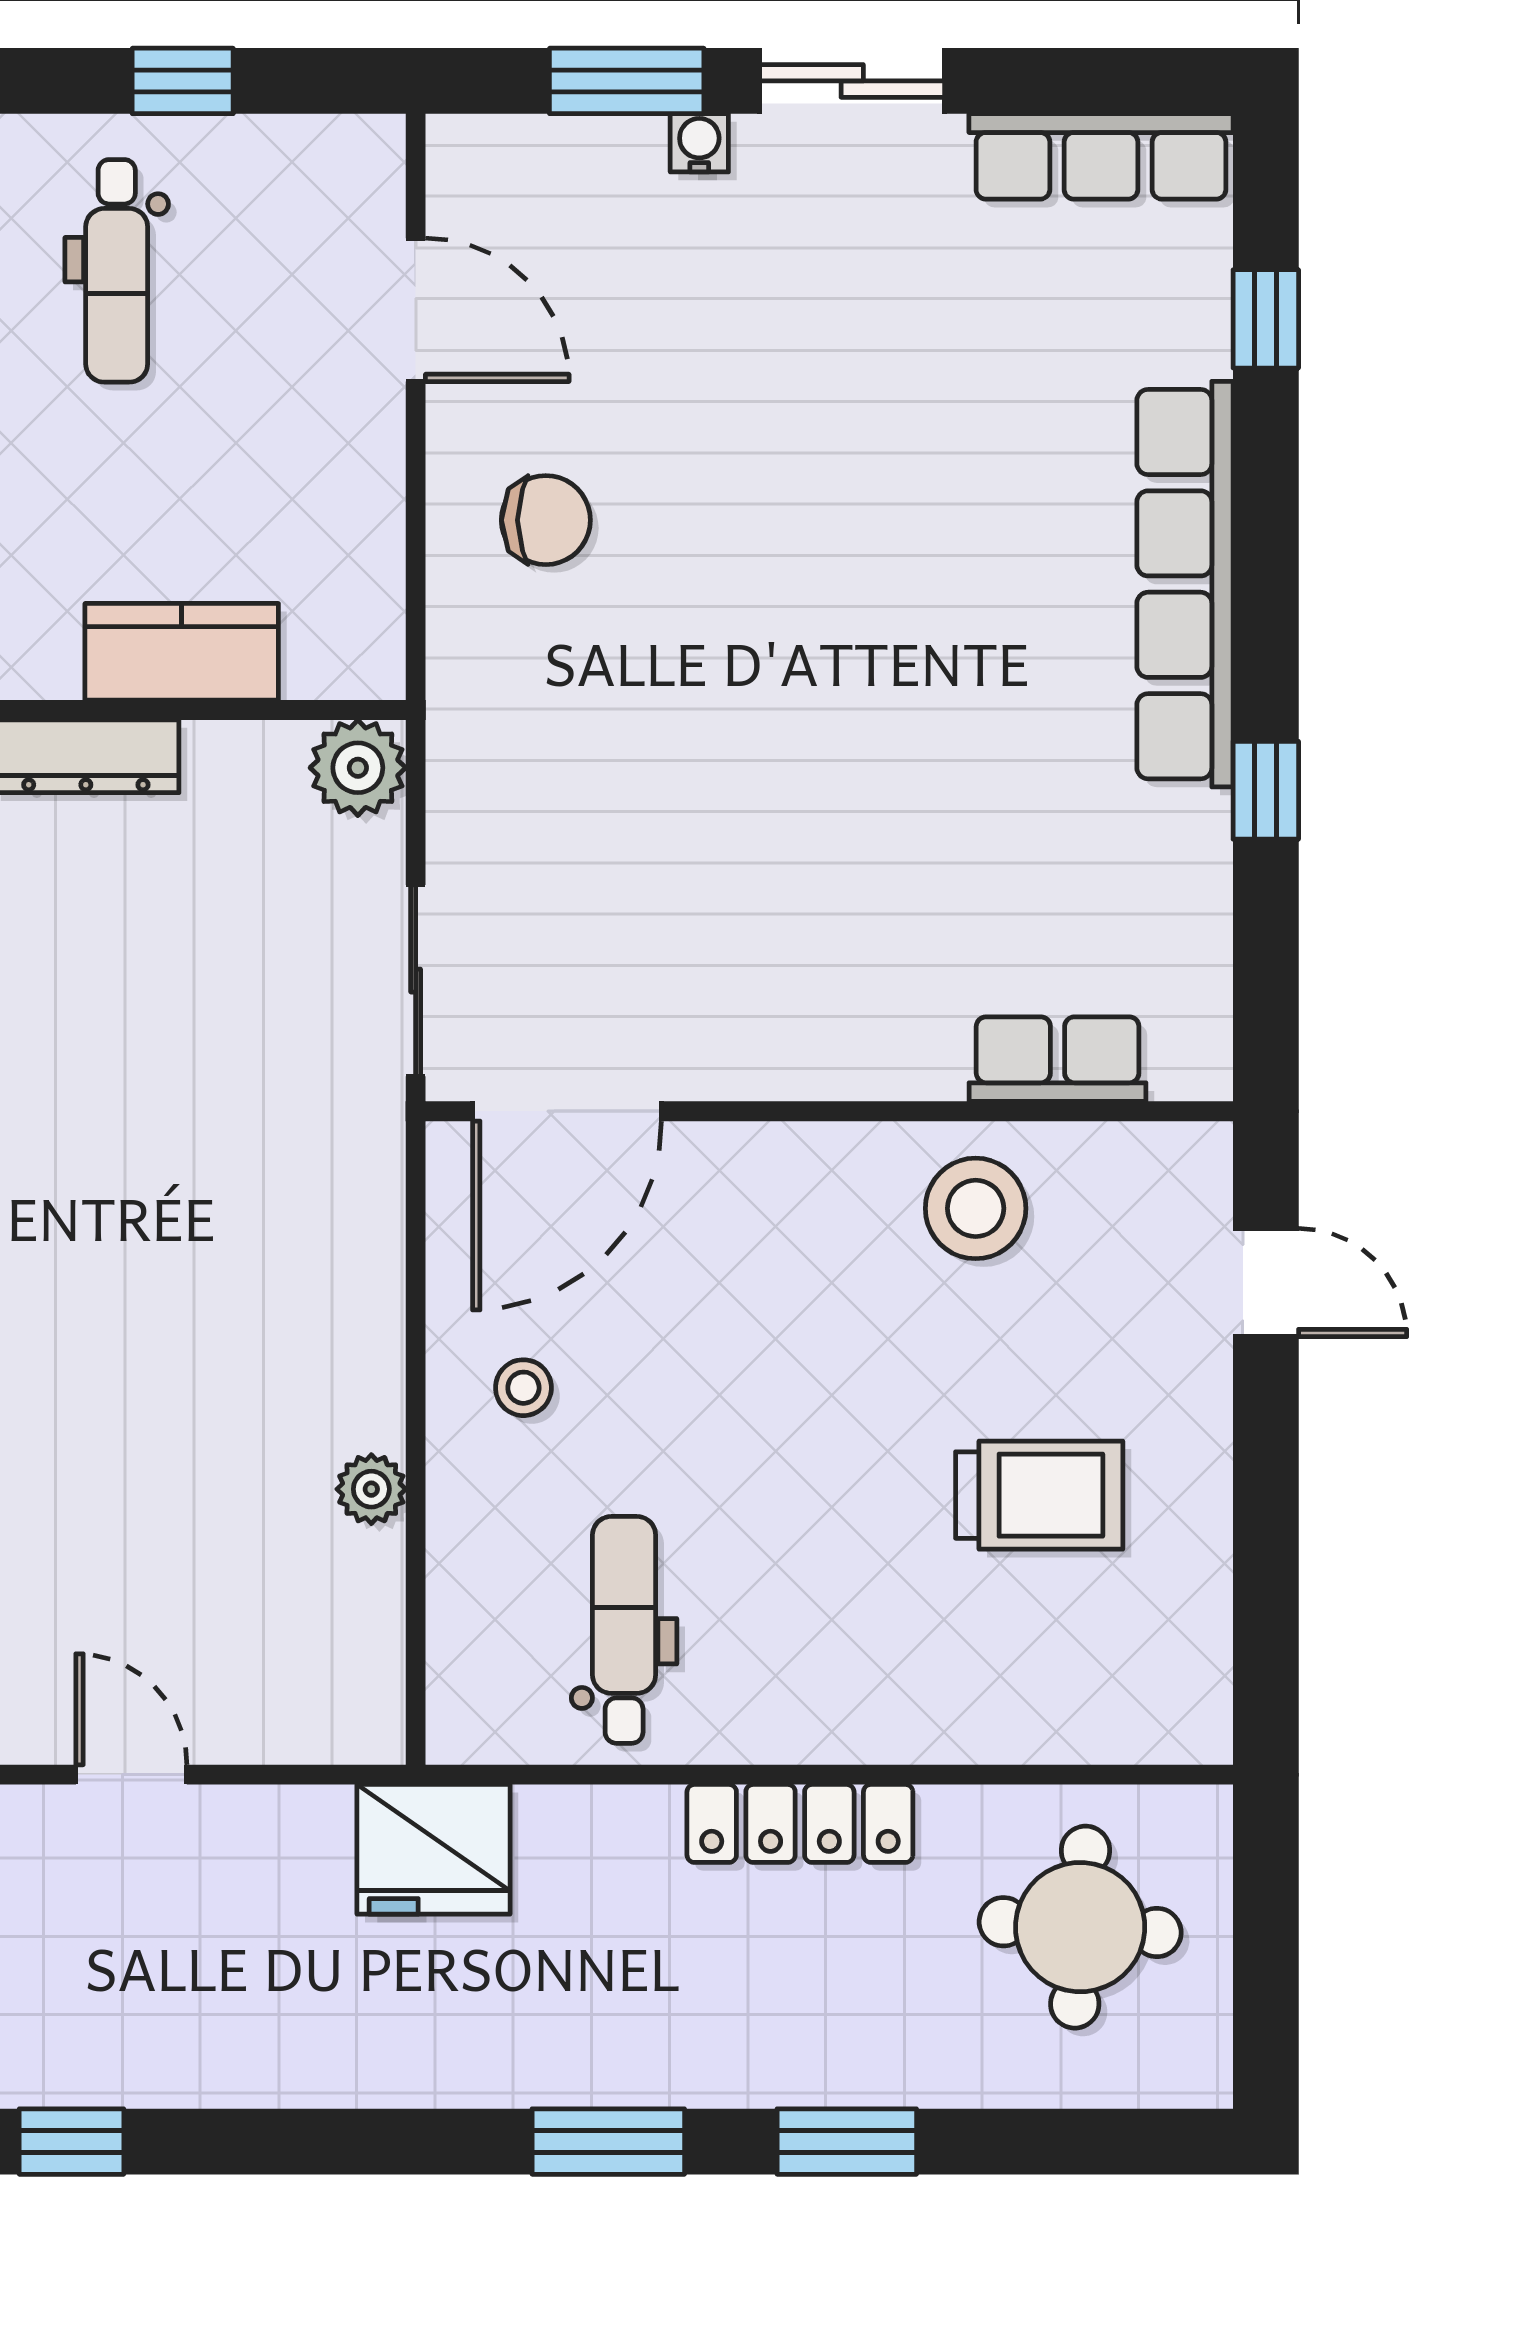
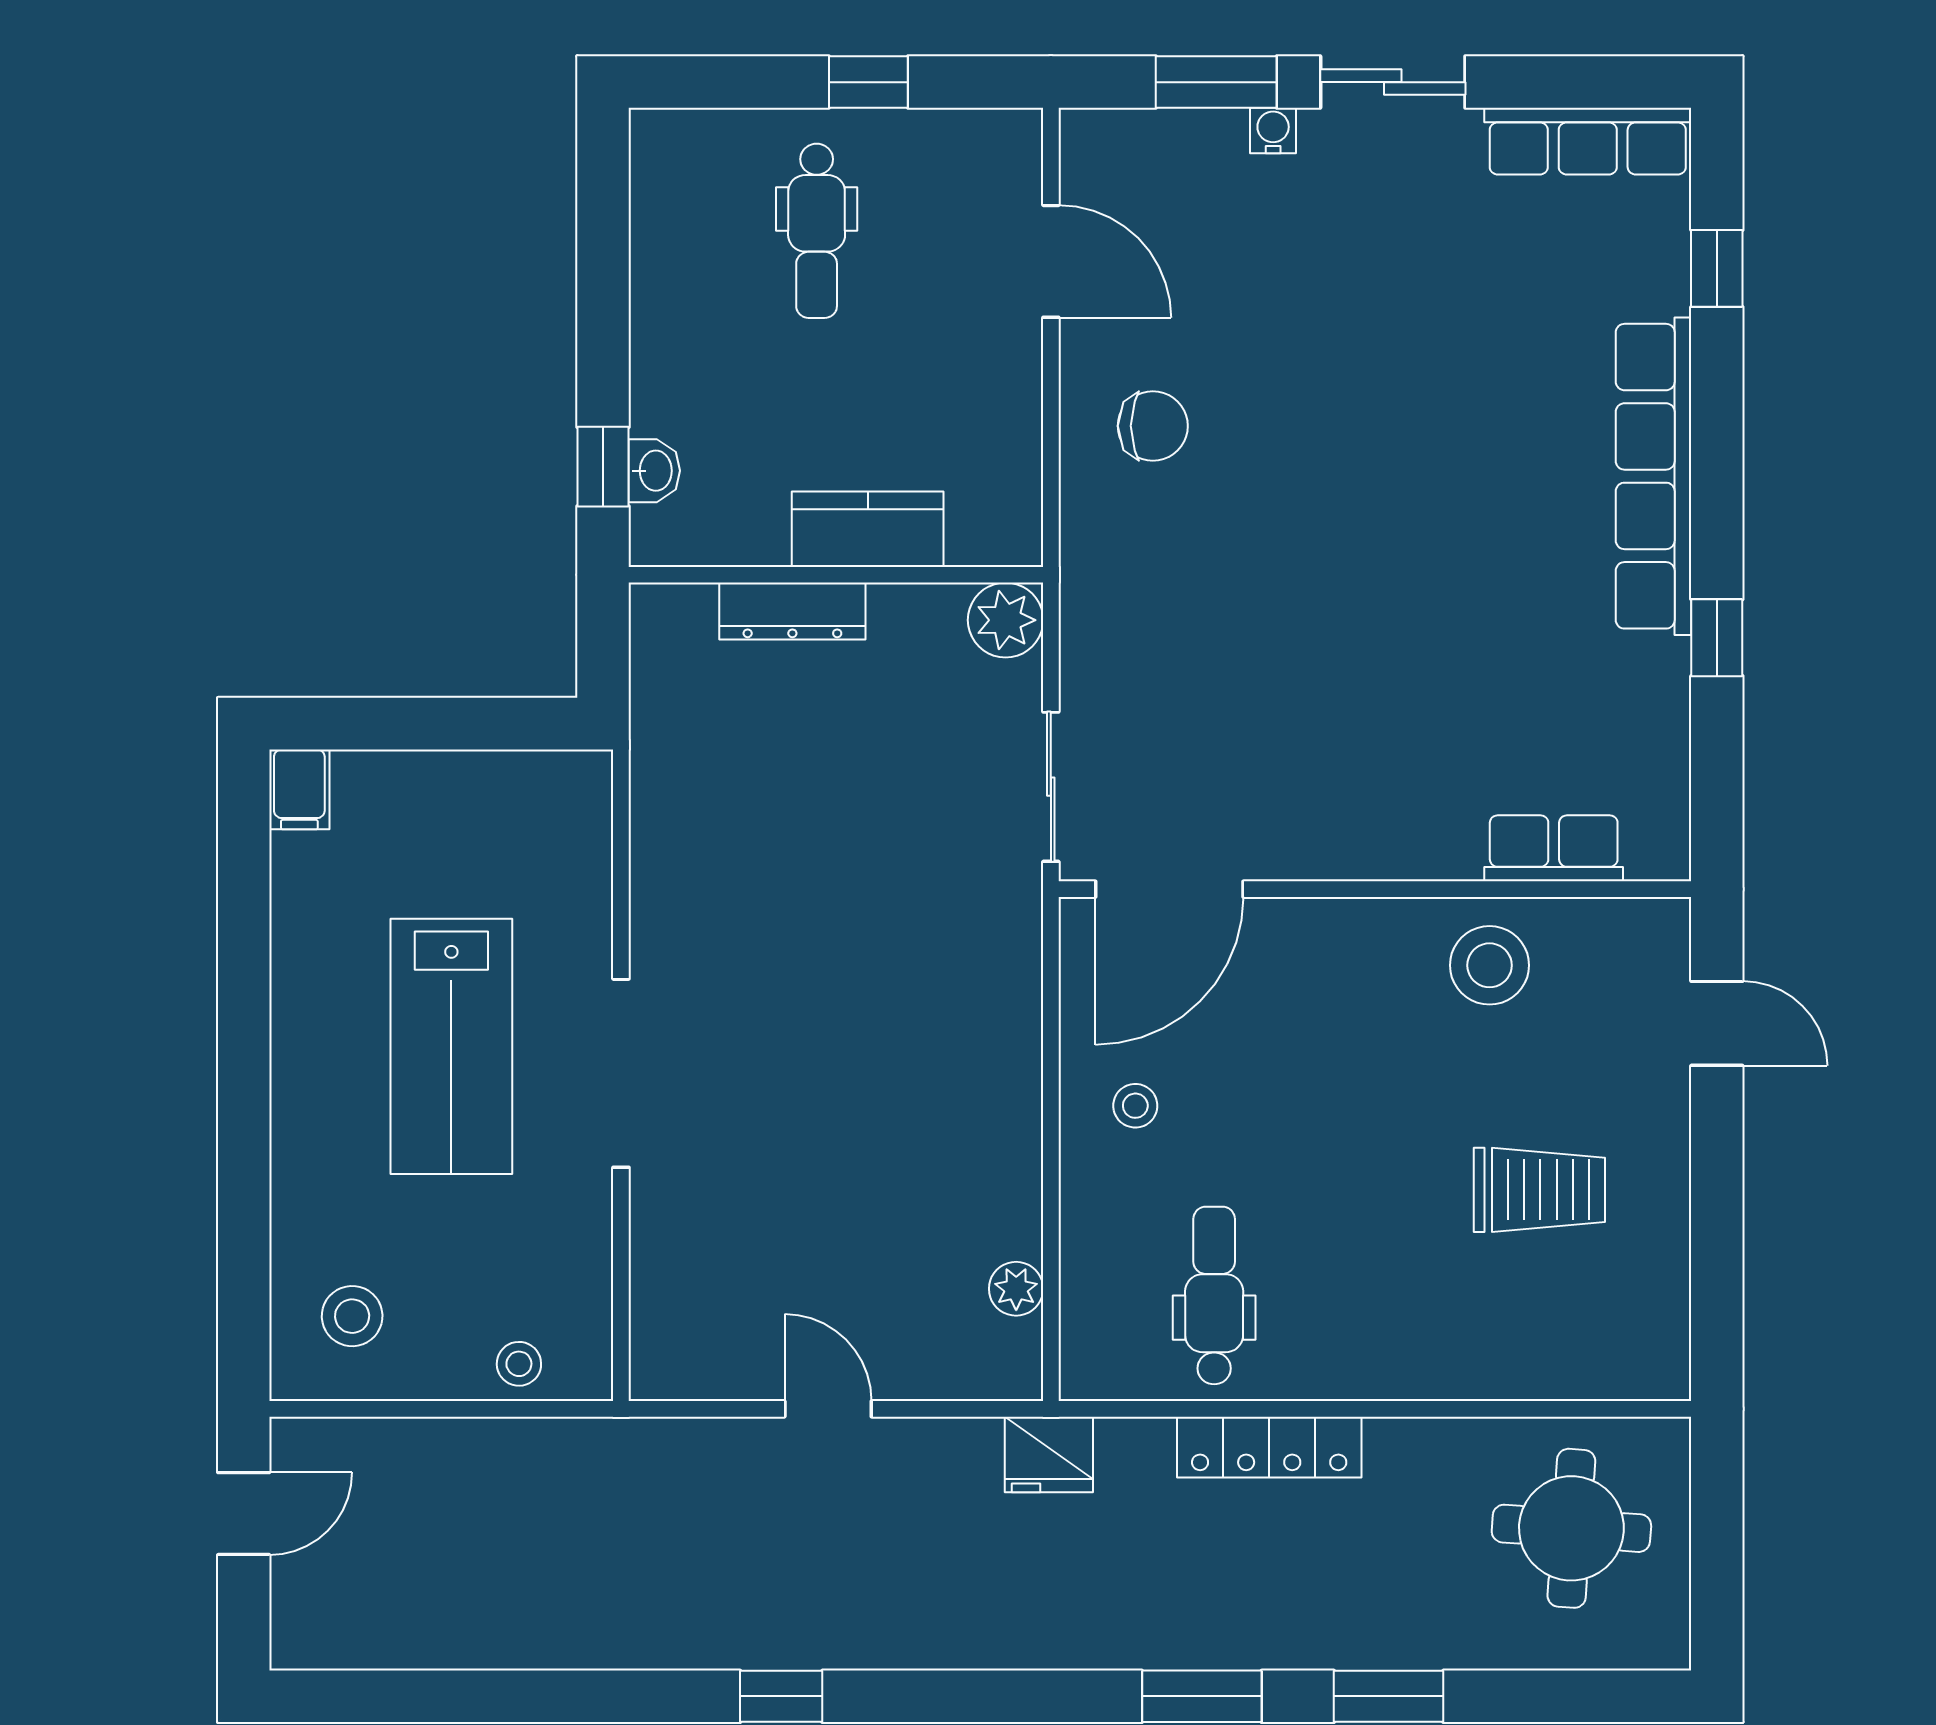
plant: (371, 1489) -> (1016, 1289), moved
locker: (800, 1823) -> (1269, 1447), moved
fridge: (433, 1849) -> (1049, 1455), width x0.73, depth x0.75

